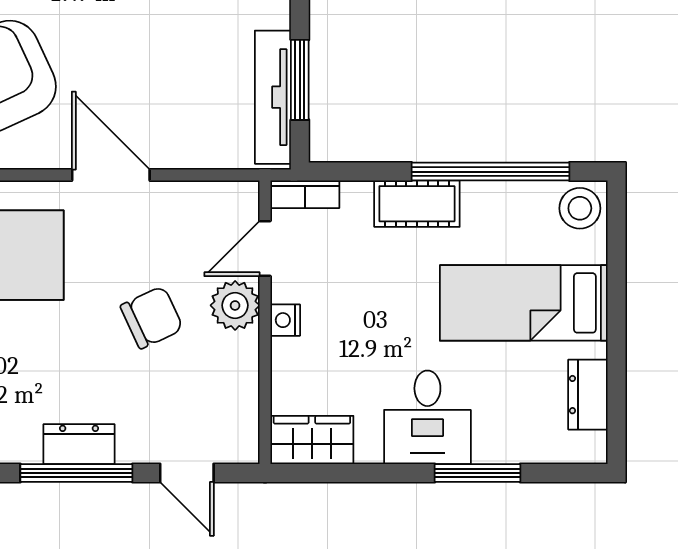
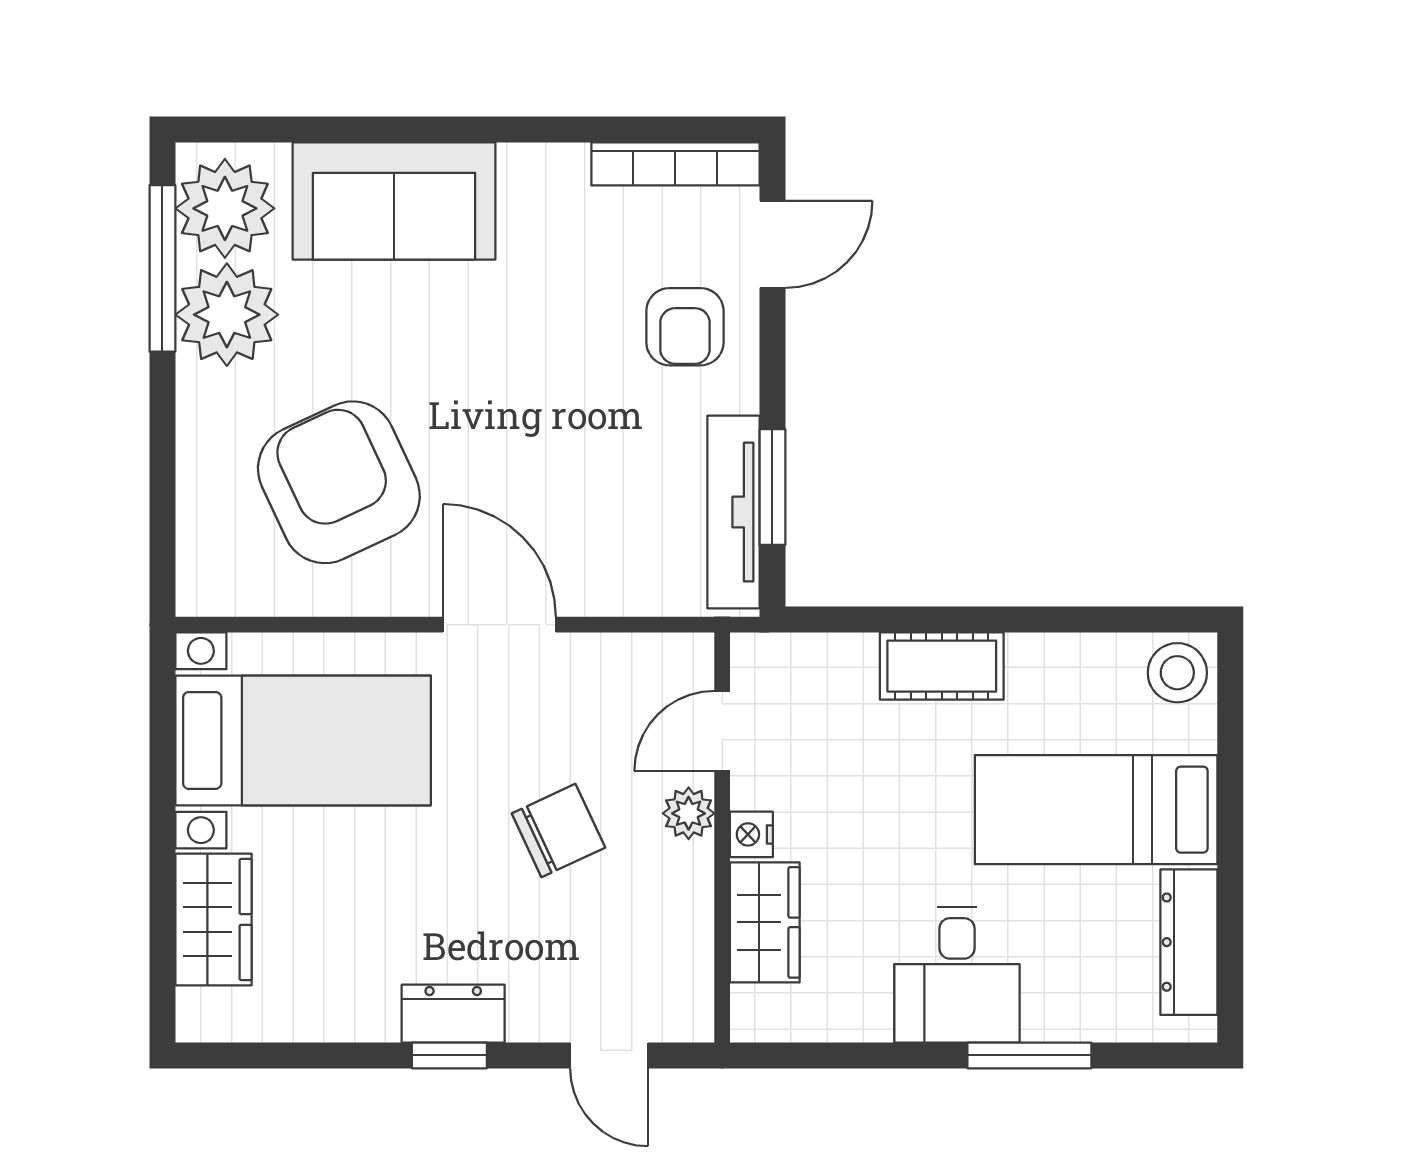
window: (491, 172) -> (1048, 620), removed
bookcase: (305, 194) -> (780, 652), removed
plant: (235, 305) -> (689, 813), width x0.73, depth x0.73
dresser: (588, 395) -> (1189, 942), width x1.44
wardrobe: (312, 440) -> (765, 922), moved, turned 90
window: (76, 473) -> (449, 1055), width x0.46

